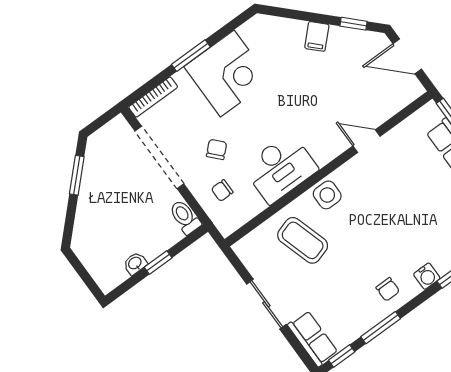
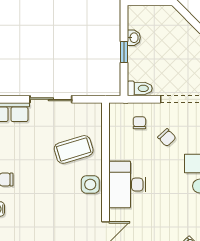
desk: (280, 168) -> (127, 185), moved

